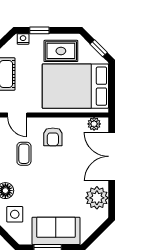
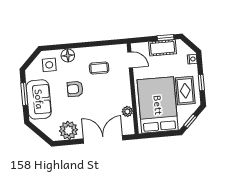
window: (39, 30) -> (201, 82), moved
door: (17, 115) -> (130, 60), swing flipped
plant: (94, 124) -> (127, 111), moved
armchair: (53, 137) -> (75, 89), moved

